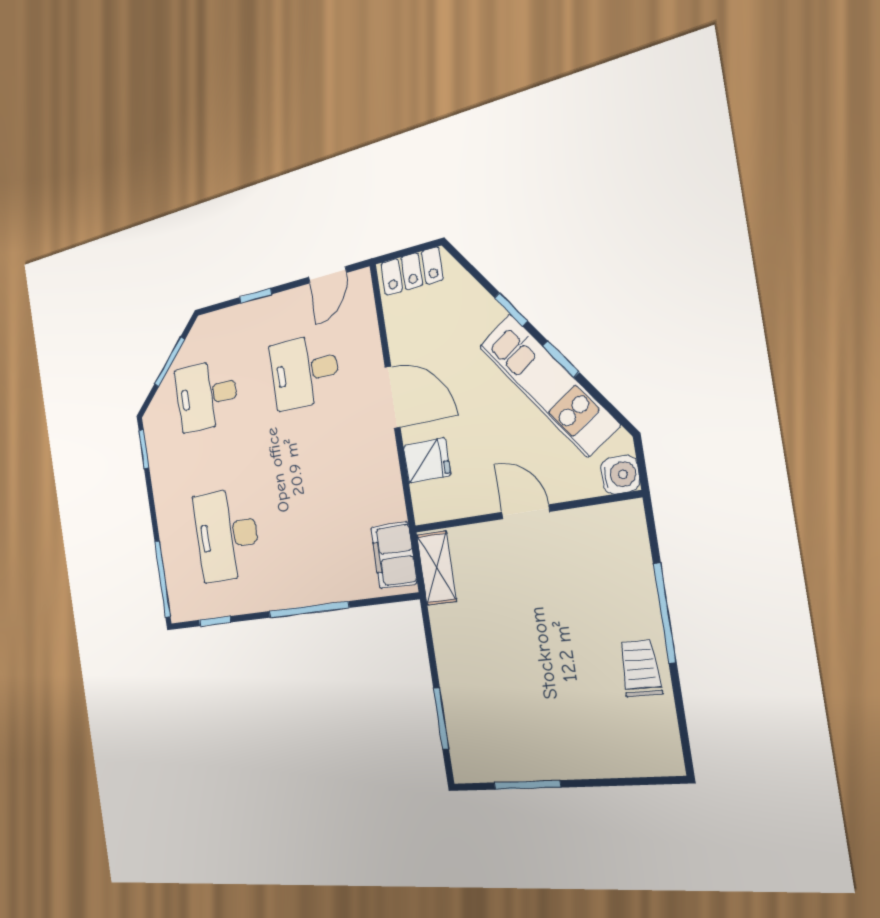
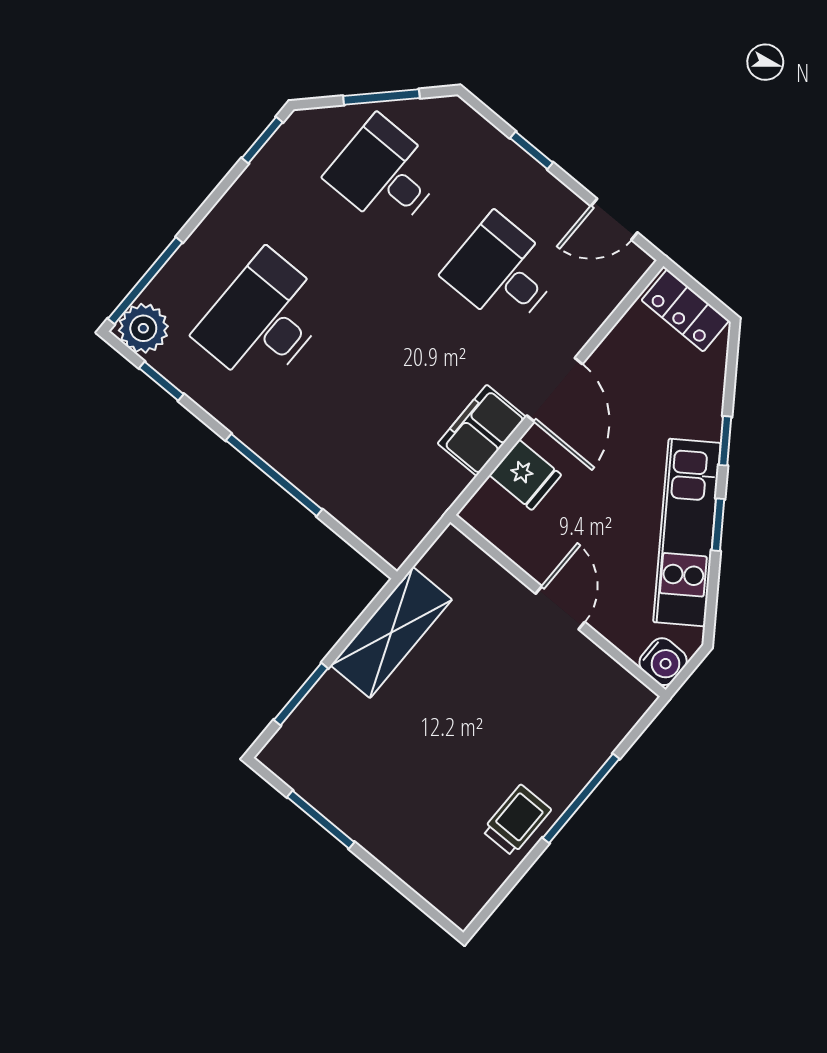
filing cabinet: (394, 555) -> (482, 430), moved
shelving: (437, 568) -> (391, 633), moved, width x1.50, depth x1.33
plant: (183, 604) -> (143, 328), added

